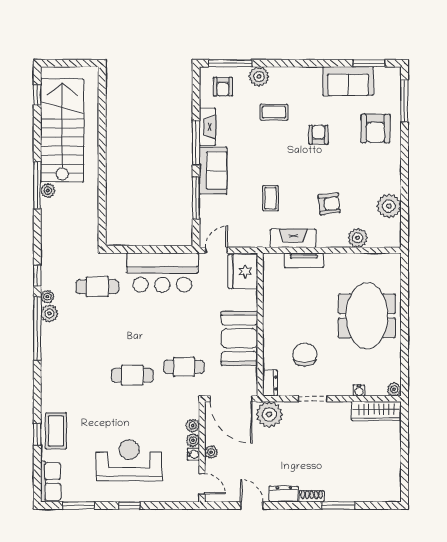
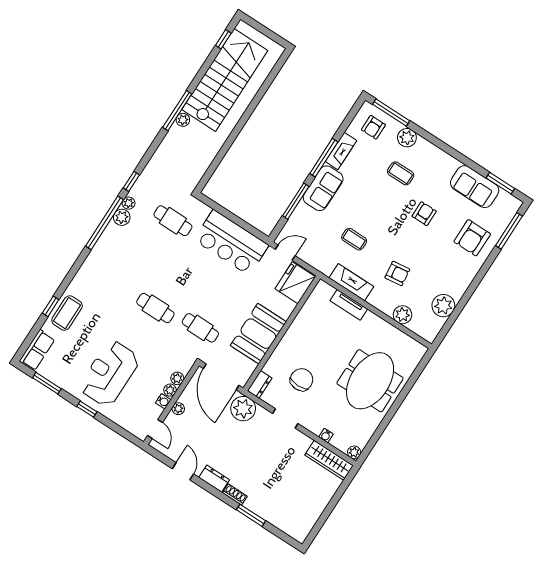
coffee table: (270, 198) -> (354, 239), turned 90
reception desk: (129, 460) -> (109, 373), turned -90

